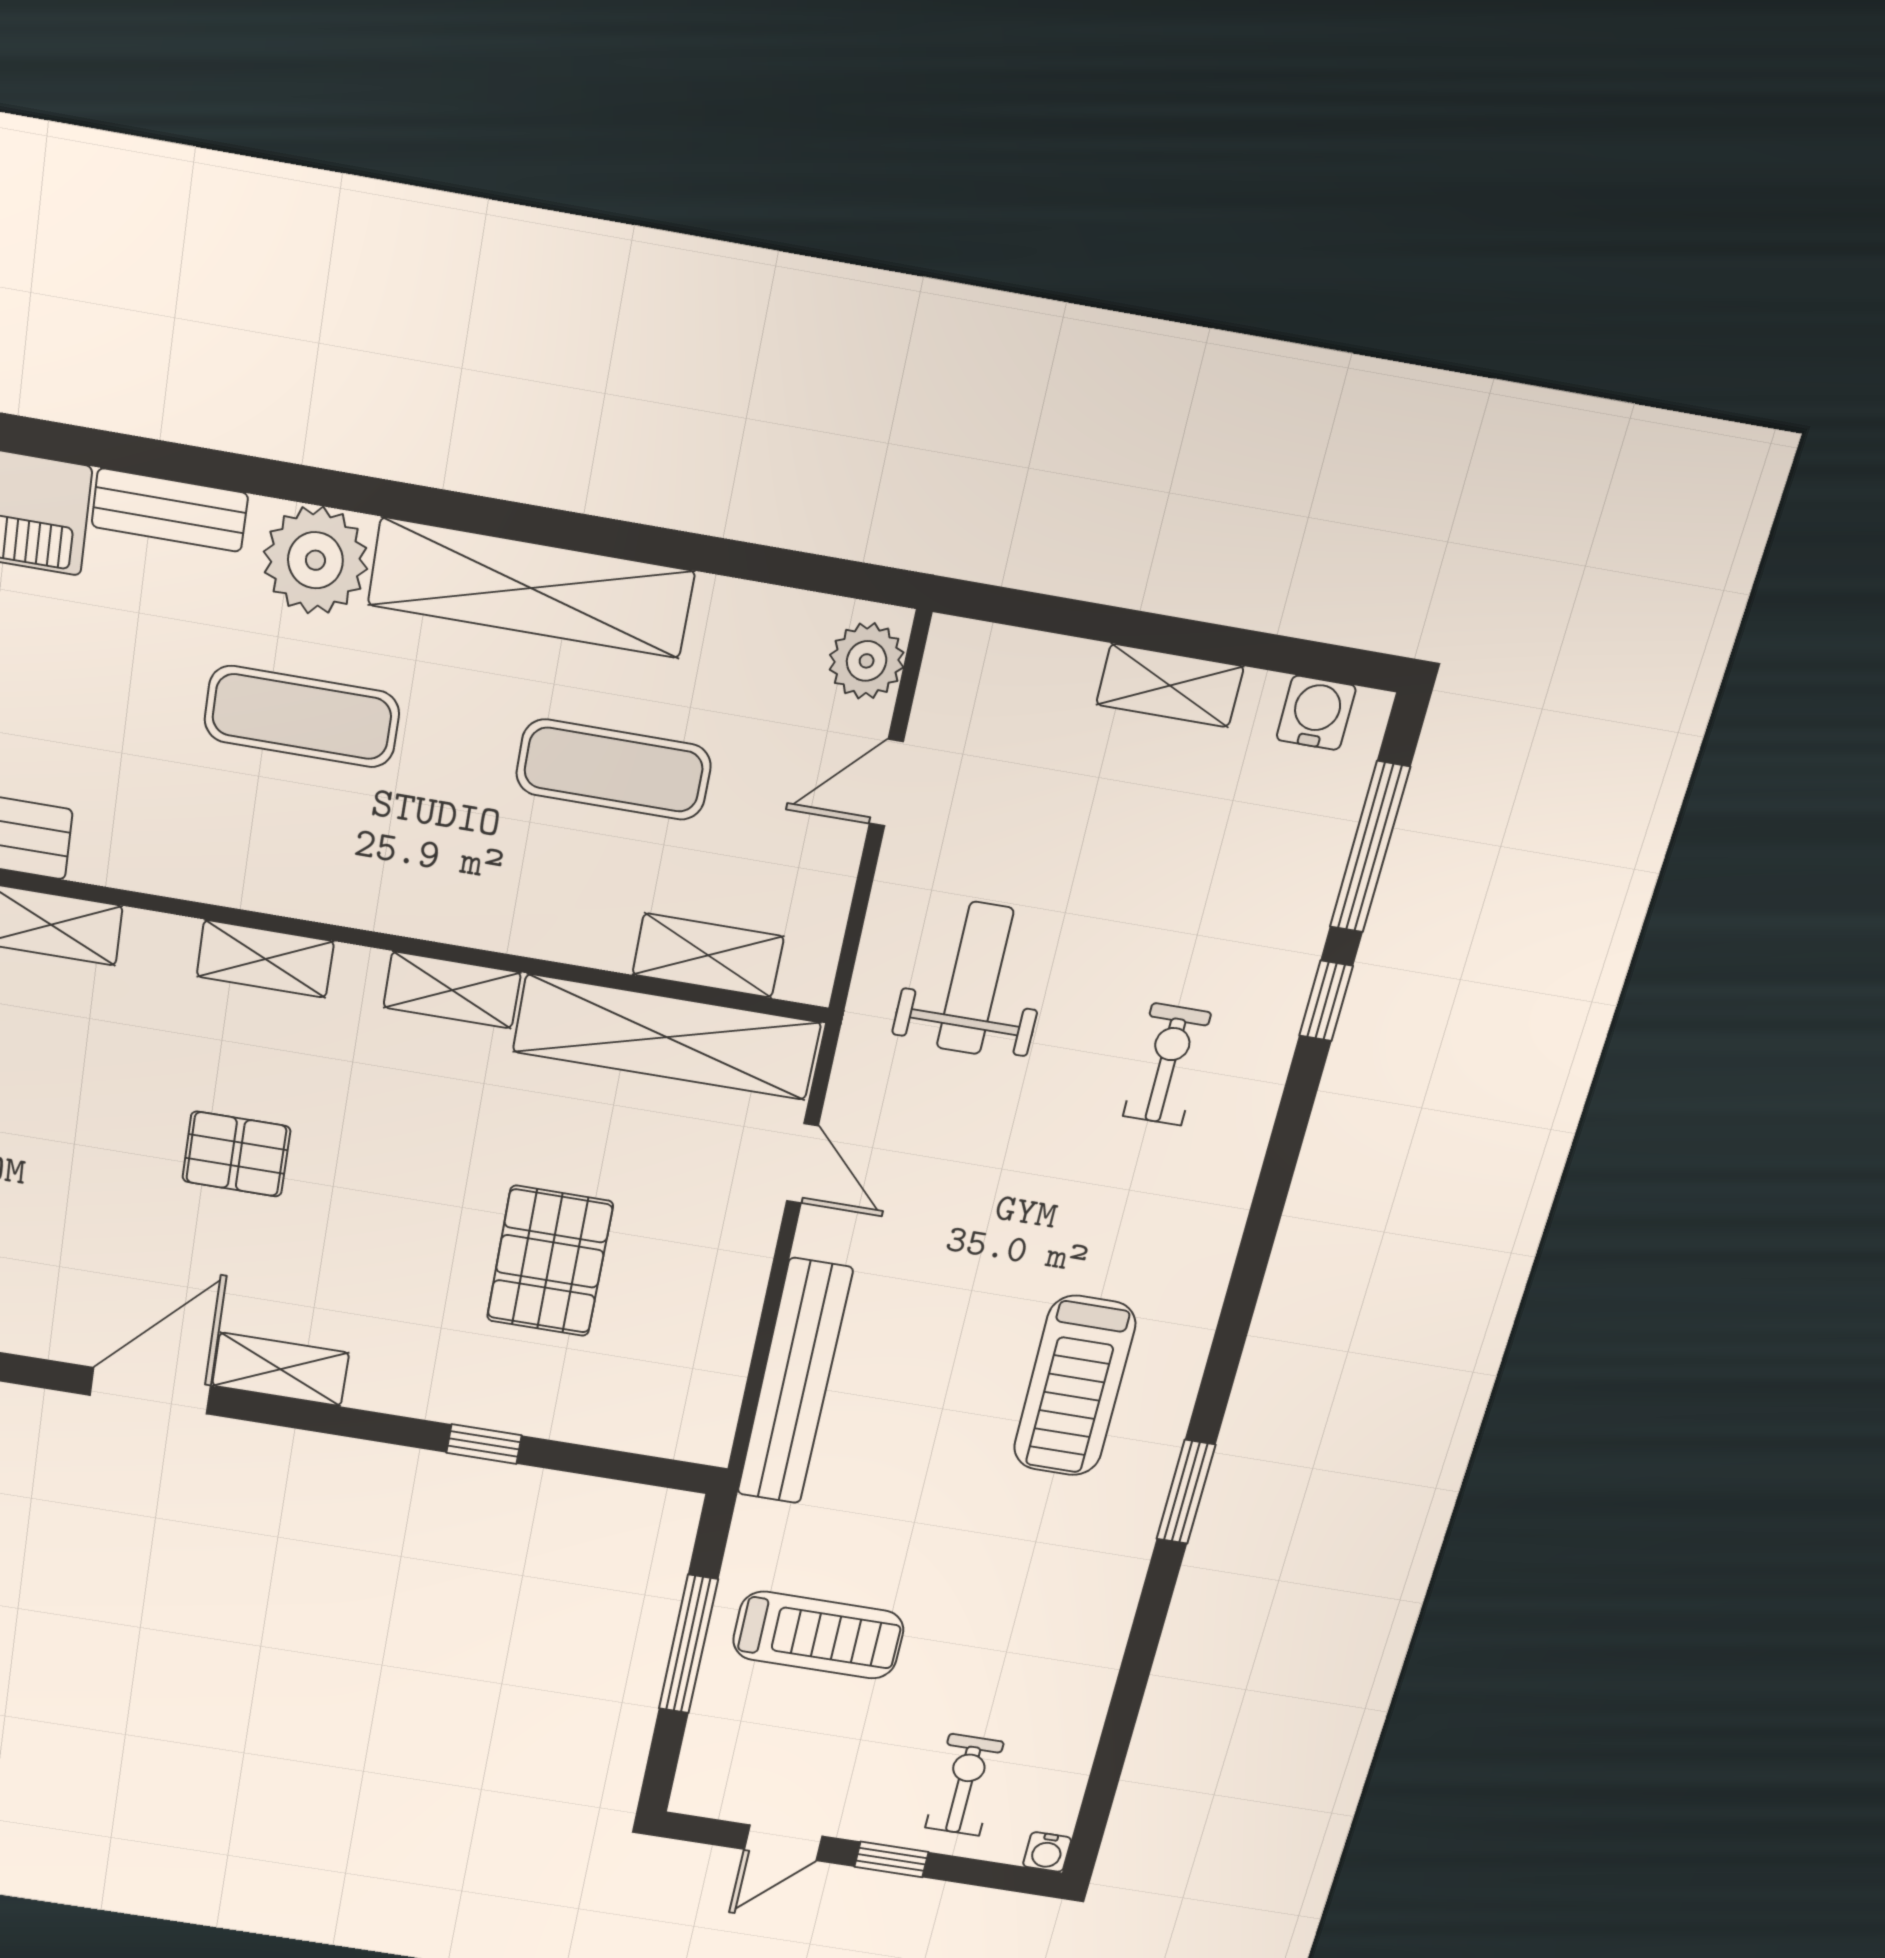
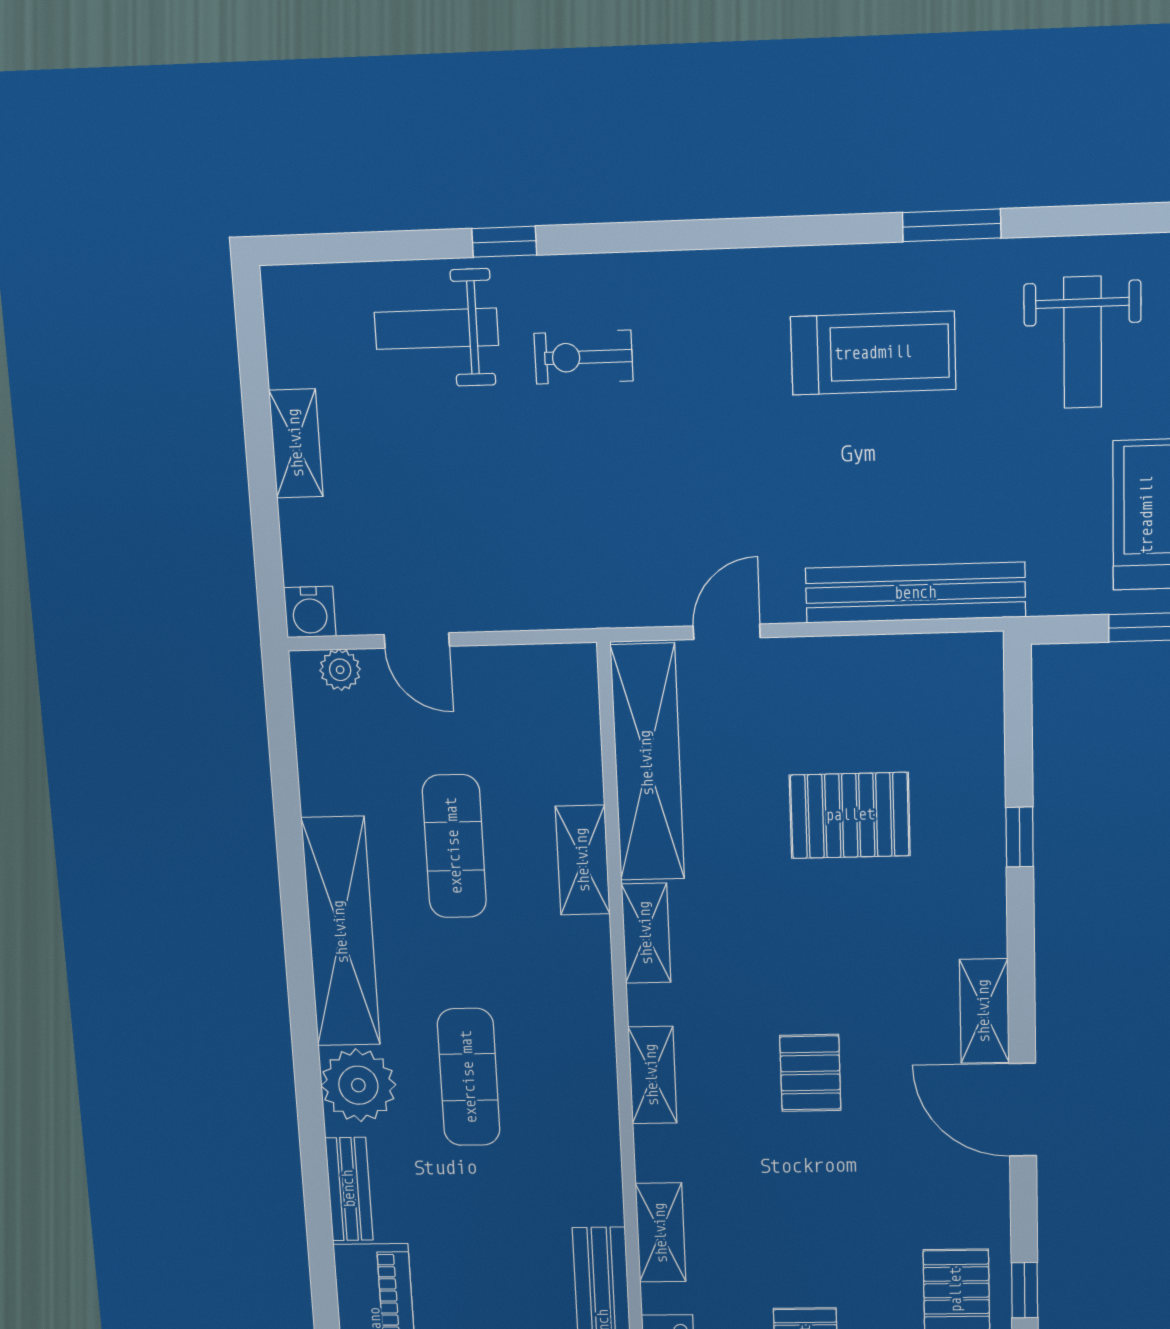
plant: (867, 661) -> (340, 670), width x0.73, depth x0.73
water cooler: (1316, 713) -> (310, 612), moved, turned -90
window: (1370, 847) -> (378, 246), removed
shelving: (708, 955) -> (583, 860), moved
weight bench: (975, 978) -> (436, 329), moved
weight bench: (1021, 1601) -> (1083, 342), added

